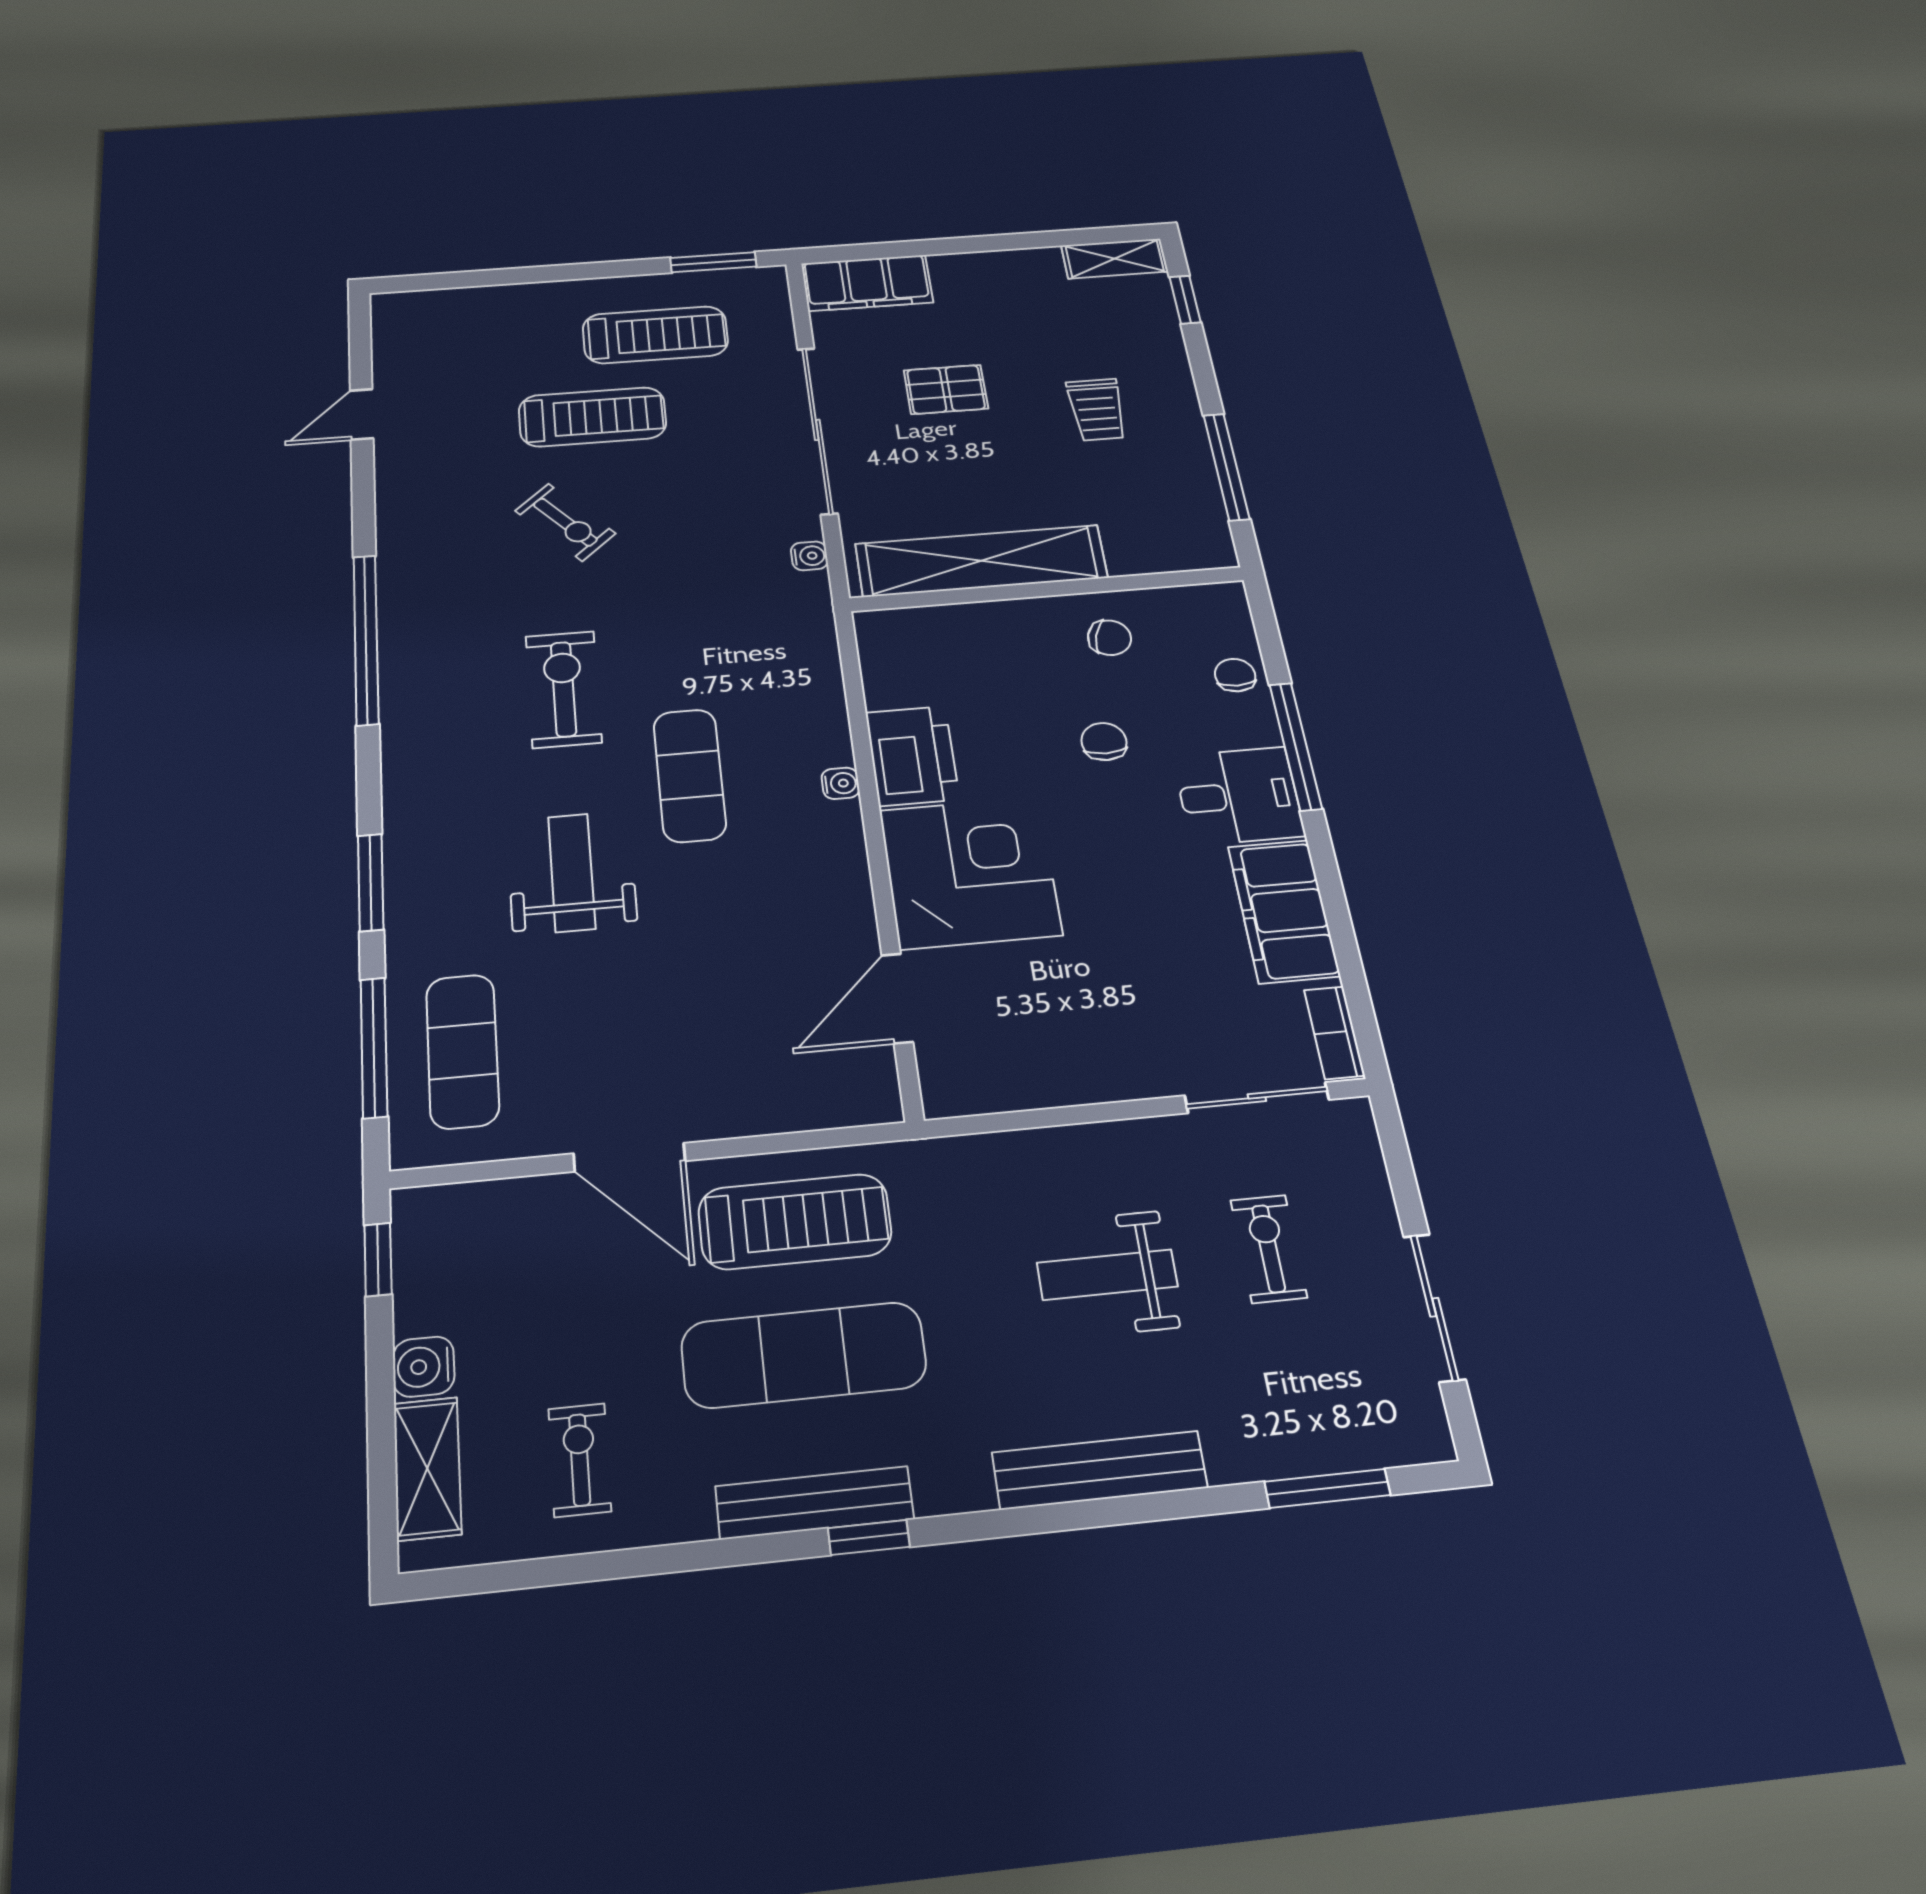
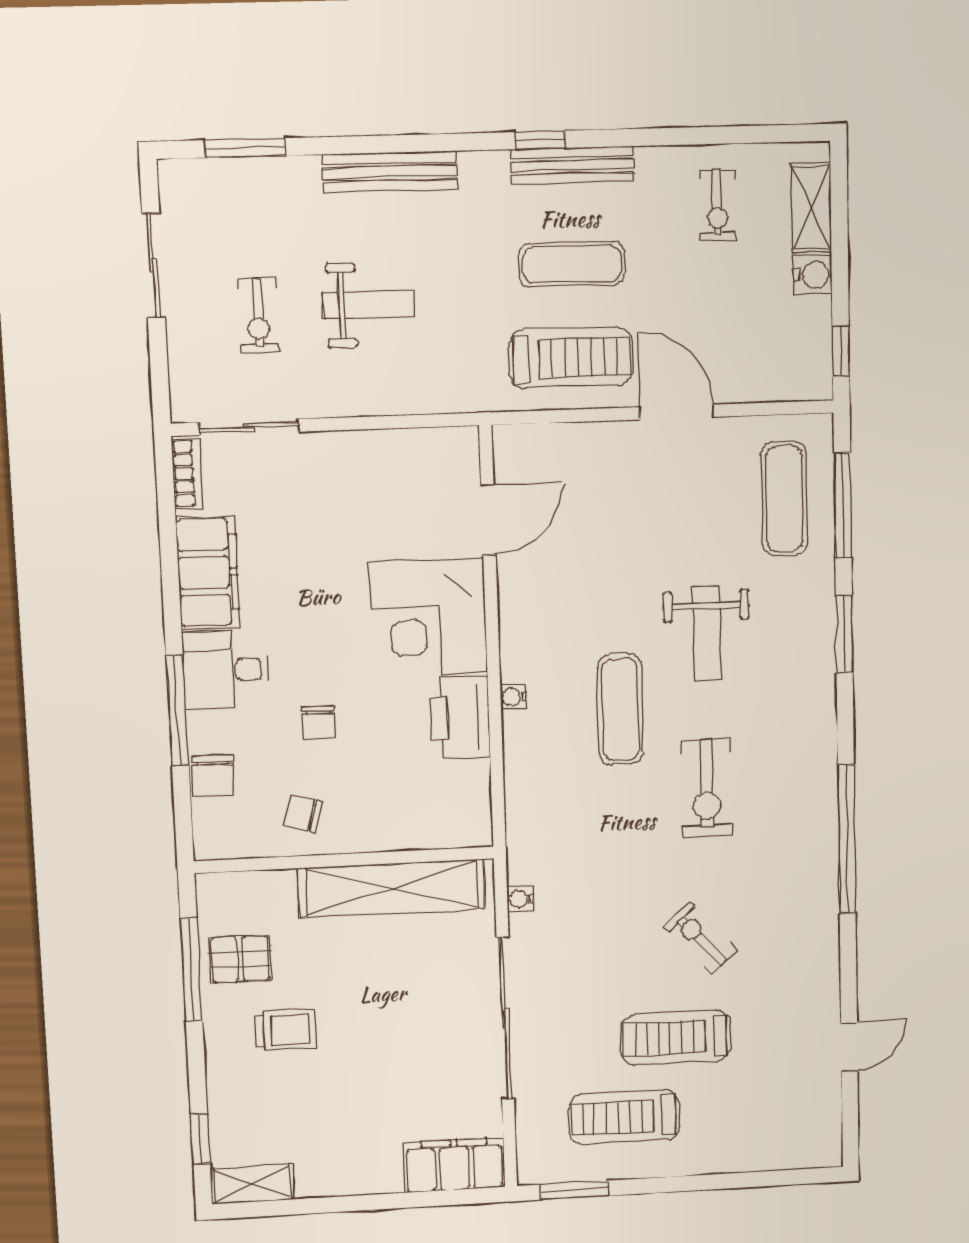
pallet: (946, 389) -> (240, 959), moved
trolley: (1097, 410) -> (286, 1030), turned 90
chair: (1235, 675) -> (213, 775), width x1.37, depth x1.37
treadmill: (795, 1222) -> (571, 358), turned 180
exercise mat: (804, 1355) -> (572, 264), width x0.73, depth x0.69

